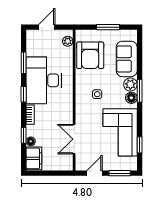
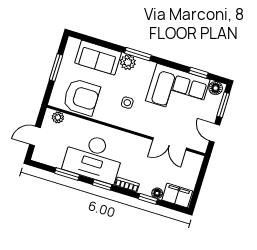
door: (47, 27) -> (35, 136), hinge flipped
floor lamp: (131, 98) -> (216, 88), moved

